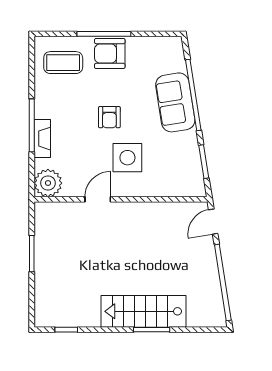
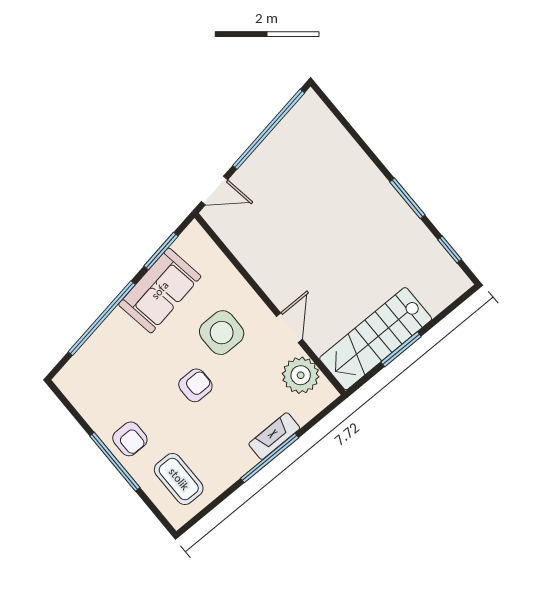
armchair: (110, 54) -> (130, 439), width x0.72, depth x0.72
sofa: (175, 102) -> (160, 290), moved
plant: (48, 183) -> (301, 375), moved
door: (98, 199) -> (289, 328), swing flipped
stairs: (144, 311) -> (376, 339), moved, turned 90
window: (152, 330) -> (407, 198), moved

